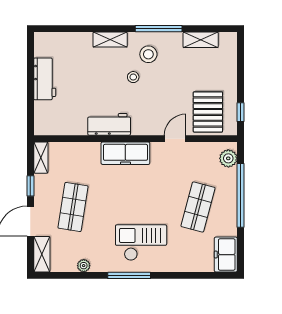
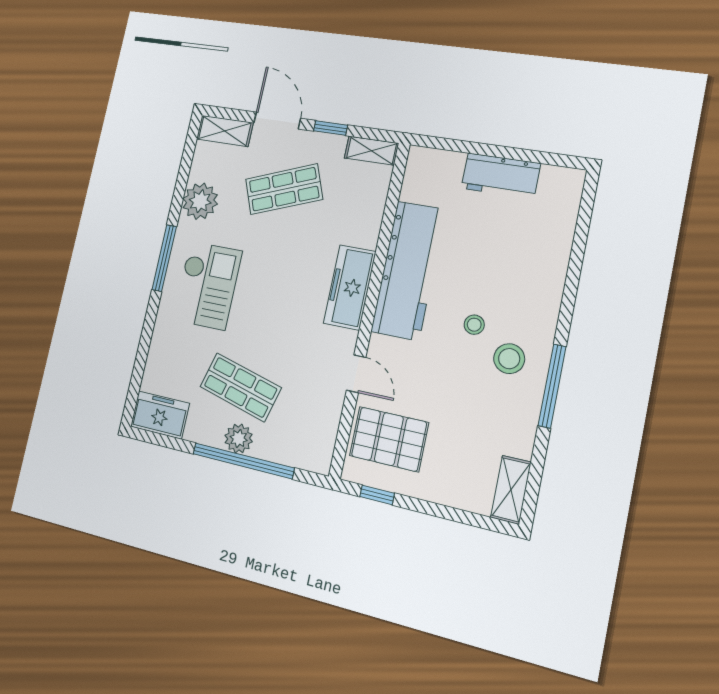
shelving: (110, 40) -> (548, 298), removed
shelving: (201, 40) -> (511, 490), moved
workbench: (109, 124) -> (408, 270), width x1.88, depth x1.32
plant: (228, 158) -> (239, 438), moved
shop shelf: (73, 207) -> (284, 189), turned -30
plant: (84, 266) -> (200, 201), width x1.88, depth x1.88

